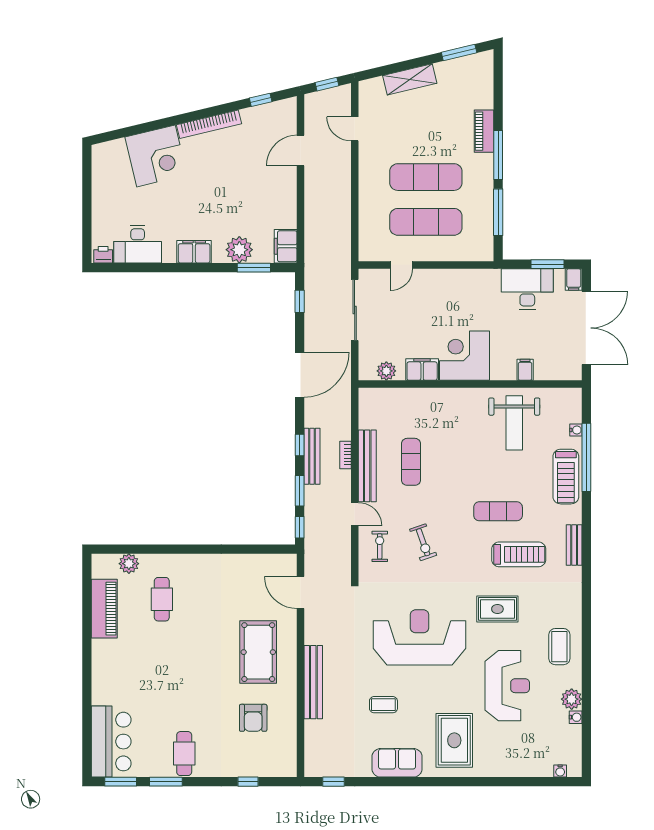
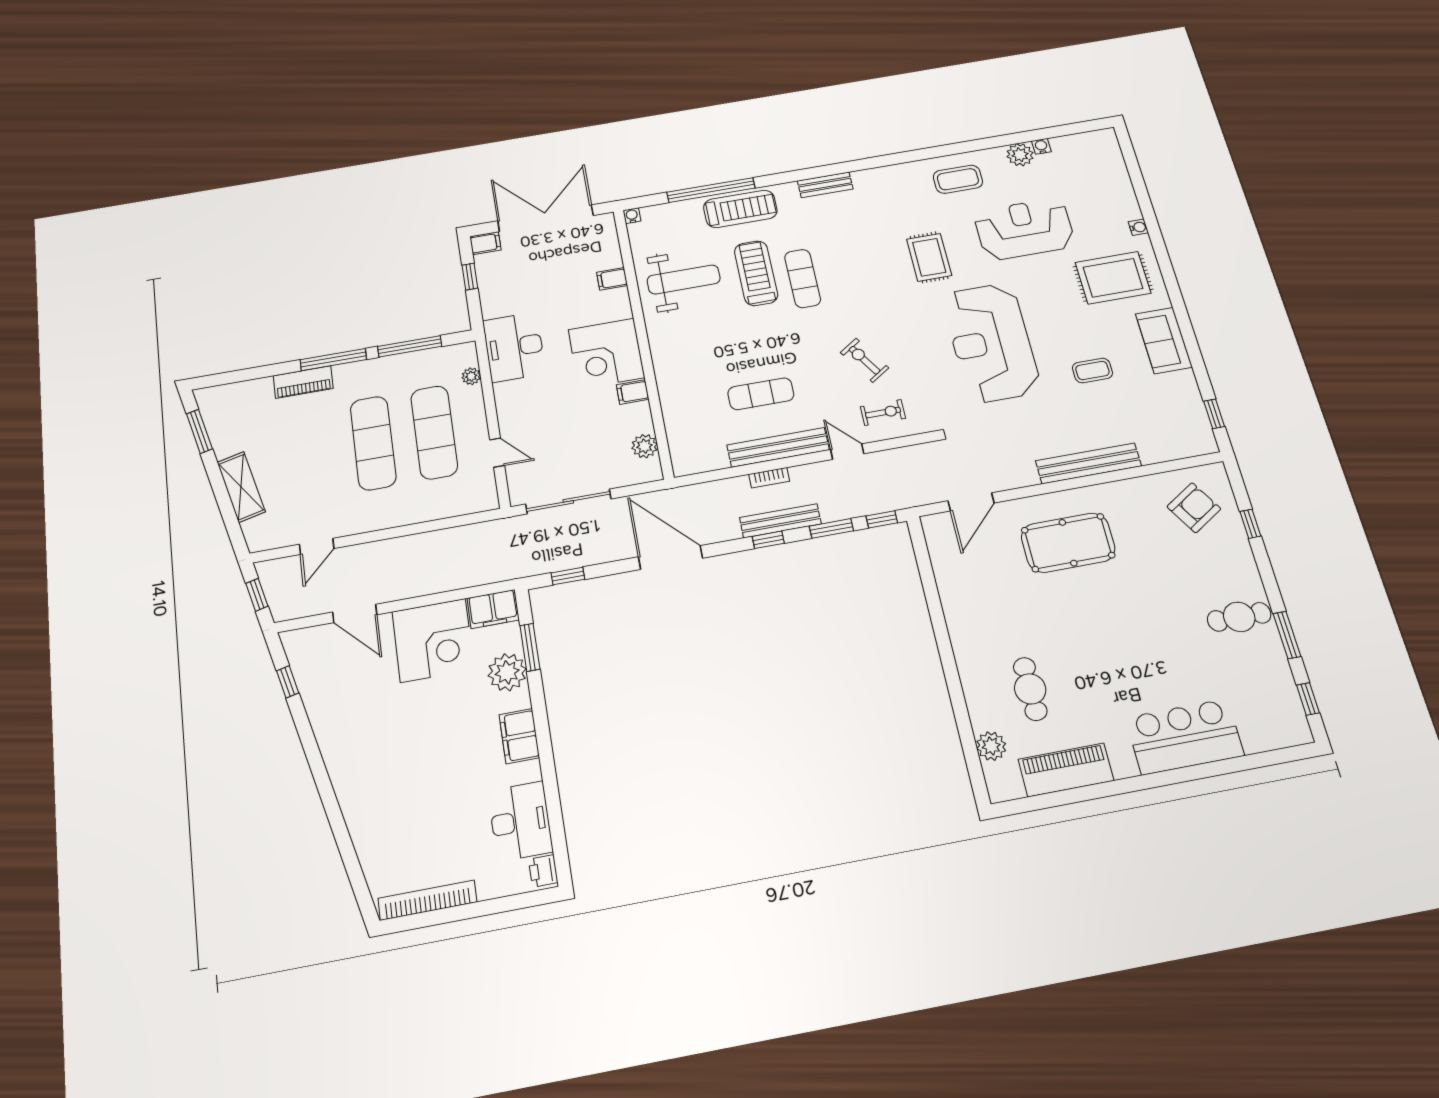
bookcase: (209, 124) -> (427, 900), moved, turned -77
corner desk: (156, 156) -> (433, 640), moved, turned 103
plant: (465, 254) -> (471, 376), added
window: (548, 264) -> (470, 277), width x0.67
desk: (527, 289) -> (514, 347), moved
filing cabinet: (422, 370) -> (633, 392), width x0.50
water cooler: (576, 430) -> (632, 216), moved
door: (355, 514) -> (847, 452), hinge flipped
exercise bike: (423, 542) -> (864, 360), turned -104
exercise bike: (380, 546) -> (883, 412), turned 180
treadmill: (519, 554) -> (756, 273), moved
cafe table: (162, 599) -> (1030, 689), turned 90
coffee table: (383, 705) -> (1092, 370), turned 90
armchair: (253, 718) -> (1194, 508), moved, turned -32
bar counter: (111, 742) -> (1185, 737), moved
water cooler: (560, 771) -> (1138, 227), moved
window: (121, 782) -> (1308, 699), width x0.67

